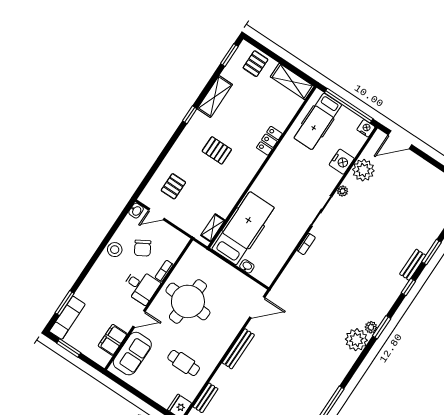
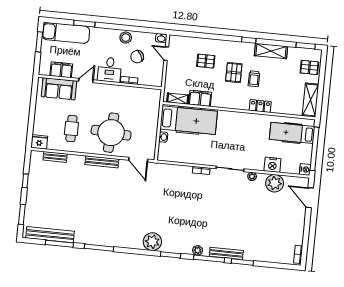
trolley: (235, 132) -> (254, 79), added
pallet: (173, 186) -> (206, 61), moved
filing cabinet: (226, 203) -> (200, 98), added
bench: (413, 265) -> (226, 253), width x1.36
window: (408, 287) -> (209, 259), width x2.17
round table: (188, 301) -> (111, 133), moved
window: (65, 303) -> (84, 24), moved
exam couch: (67, 318) -> (66, 33), width x1.36, depth x1.45
door: (139, 319) -> (86, 81), swing flipped
plant: (371, 327) -> (198, 250), moved

